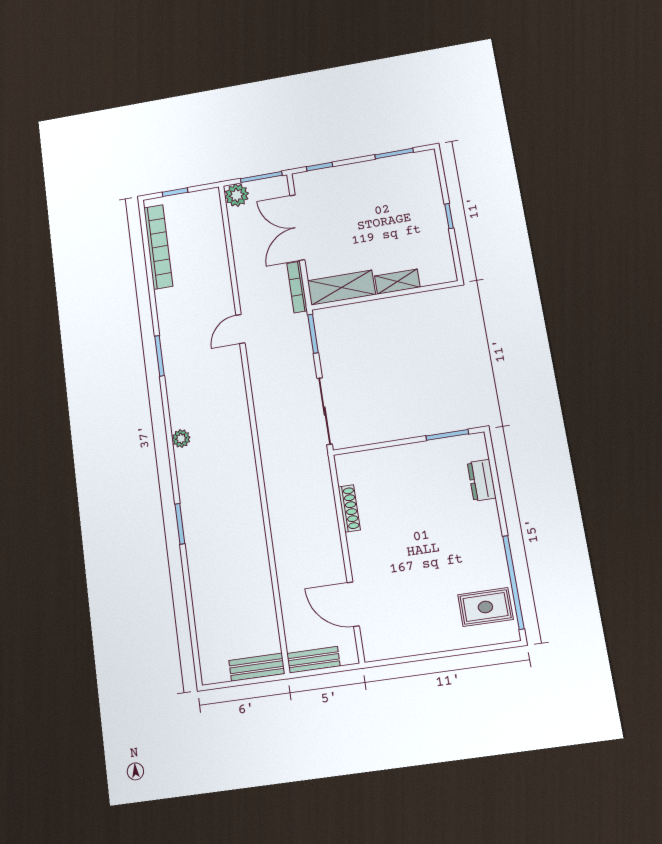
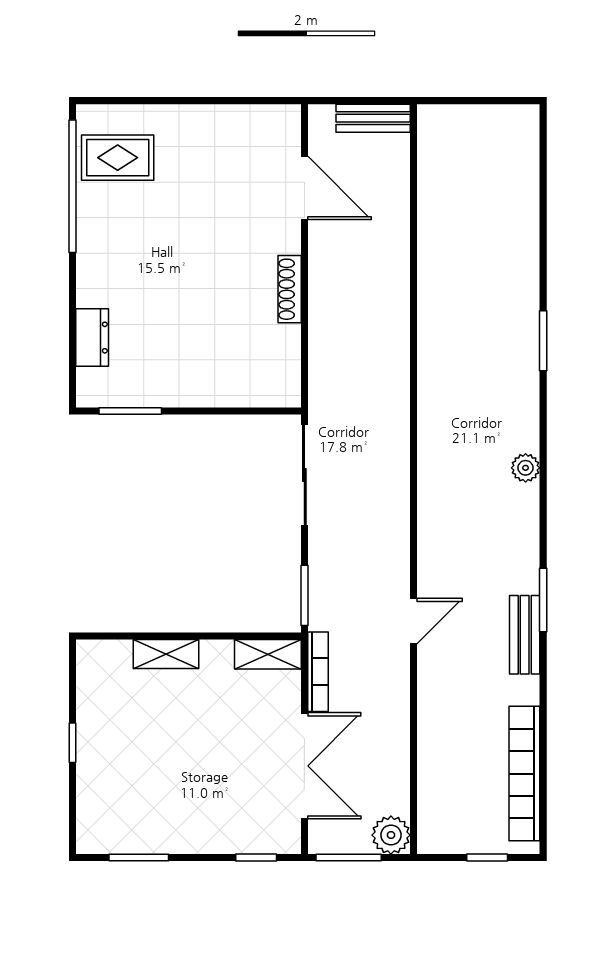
shelving: (341, 288) -> (268, 654), width x0.67, depth x0.75
shoe rack: (349, 508) -> (290, 289), moved
bench: (257, 667) -> (525, 635), moved, turned 90

